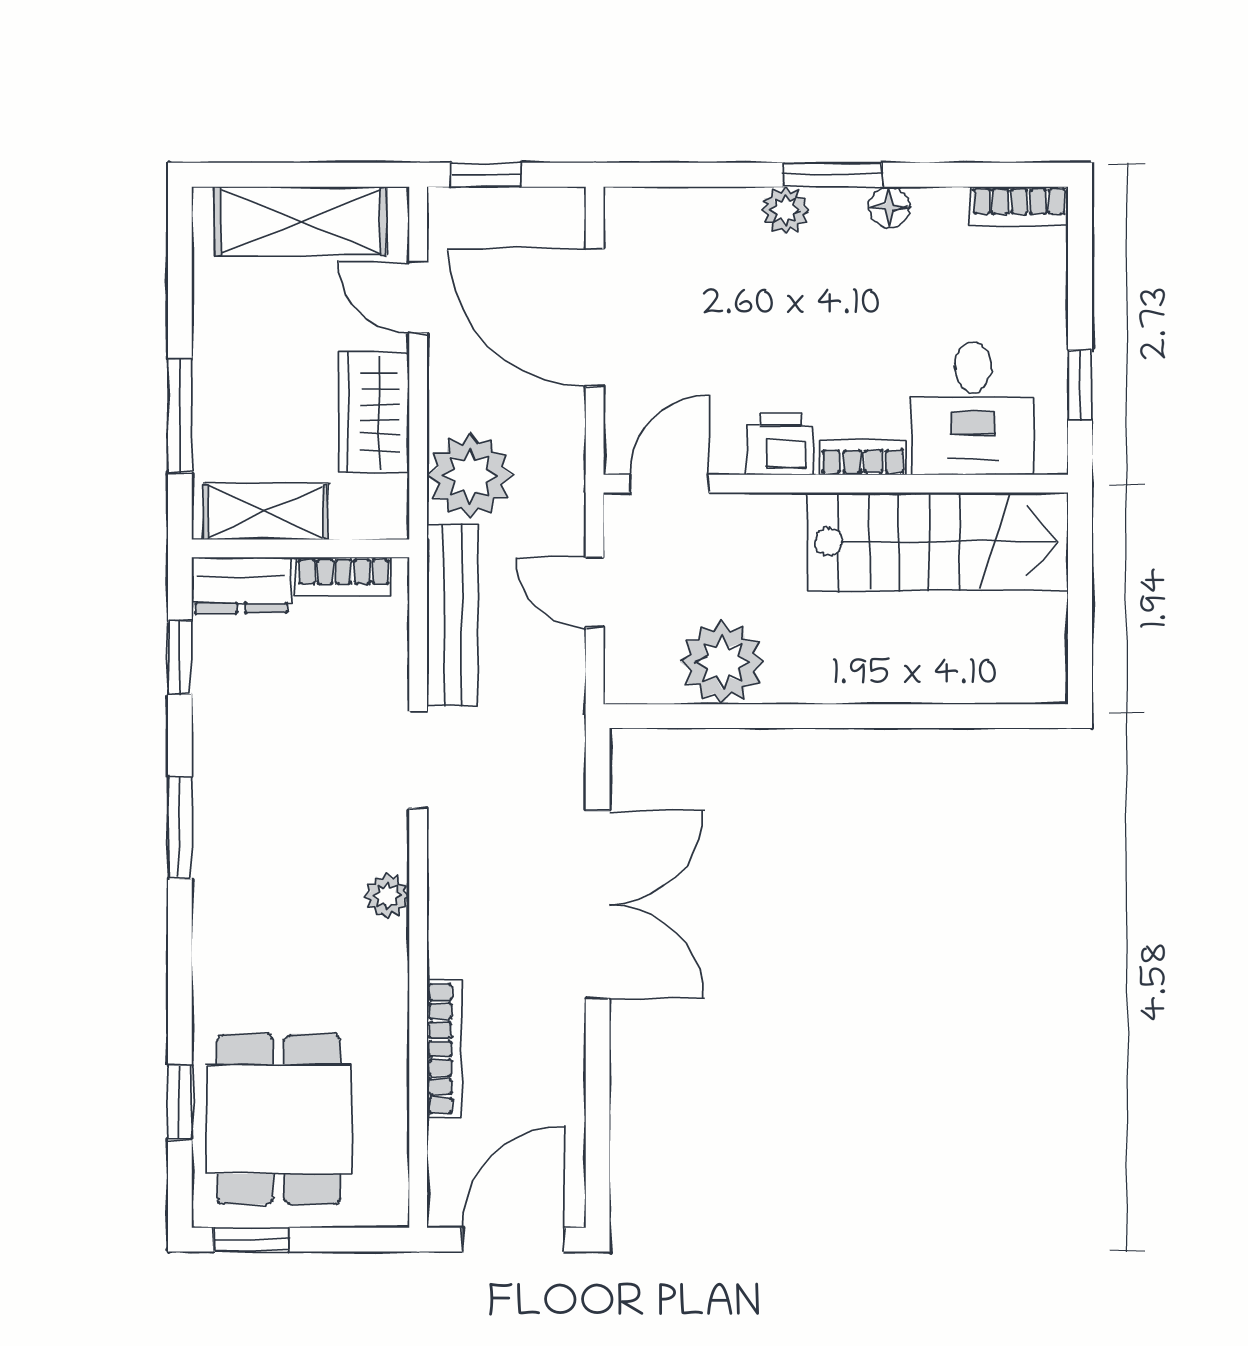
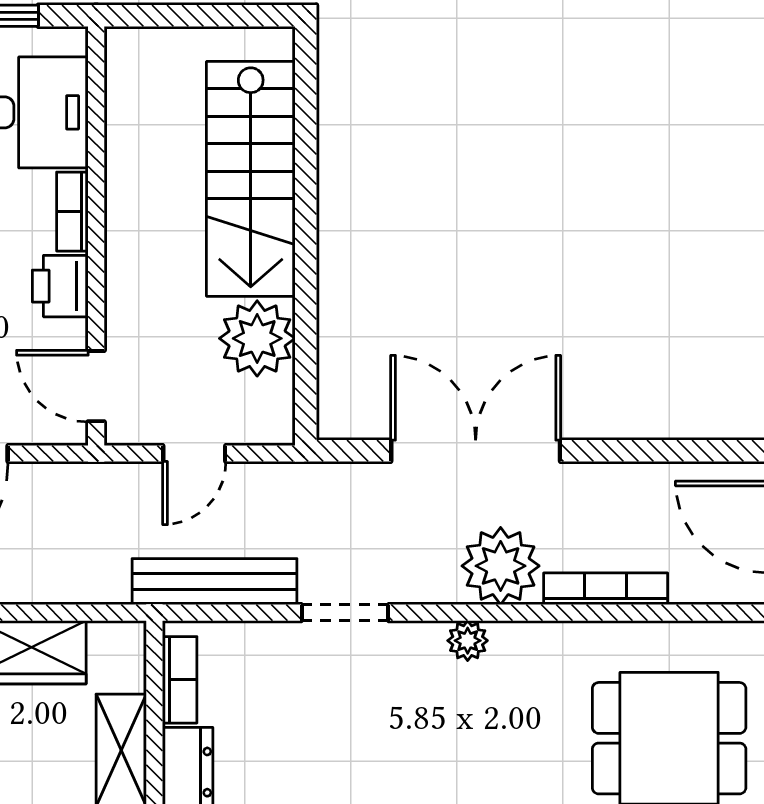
plant: (470, 476) -> (501, 566), moved
stairs: (938, 542) -> (251, 179), moved, turned 180

